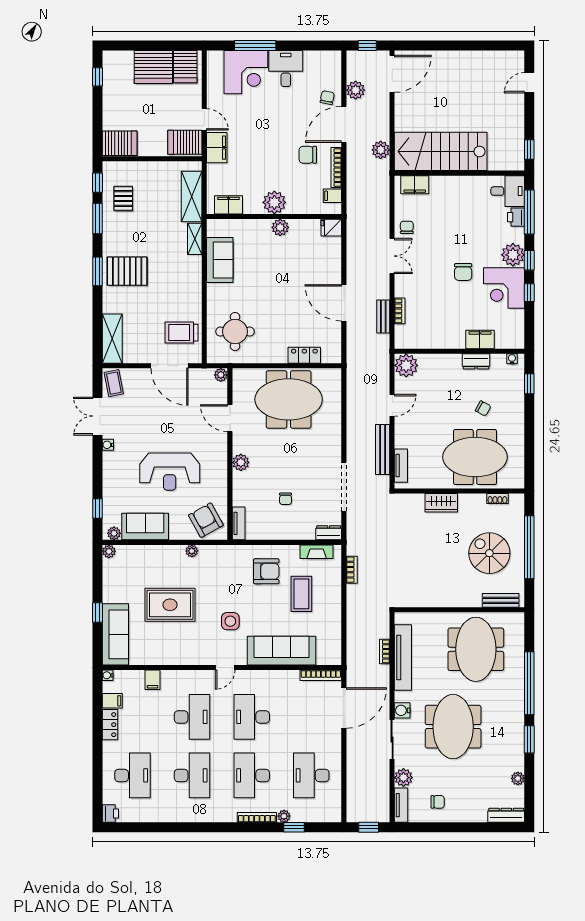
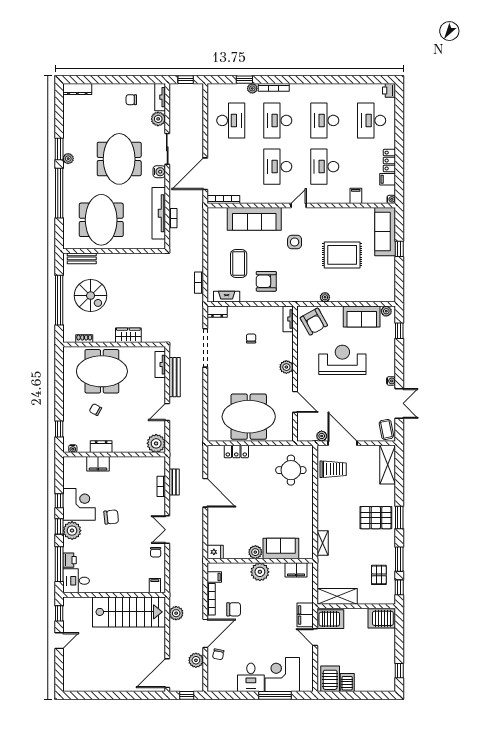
server rack: (153, 67) -> (347, 682), width x0.46, depth x0.70
door: (529, 83) -> (59, 641), moved
filing cabinet: (415, 185) -> (155, 586), width x0.50
shelving: (192, 196) -> (337, 596), moved, turned 90
sofa: (220, 260) -> (281, 549), moved, turned 90
chair: (463, 272) -> (111, 517), turned 84
plant: (221, 375) -> (322, 436), moved
plant: (109, 551) -> (390, 297), removed
desk: (252, 717) -> (278, 167), turned 180
desk: (252, 775) -> (278, 120), turned 180
plant: (518, 778) -> (68, 159), moved

